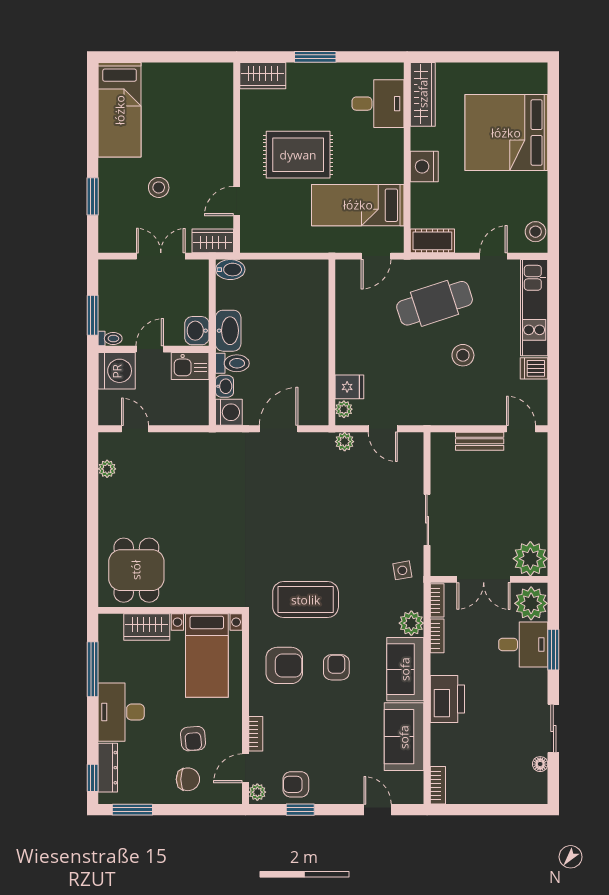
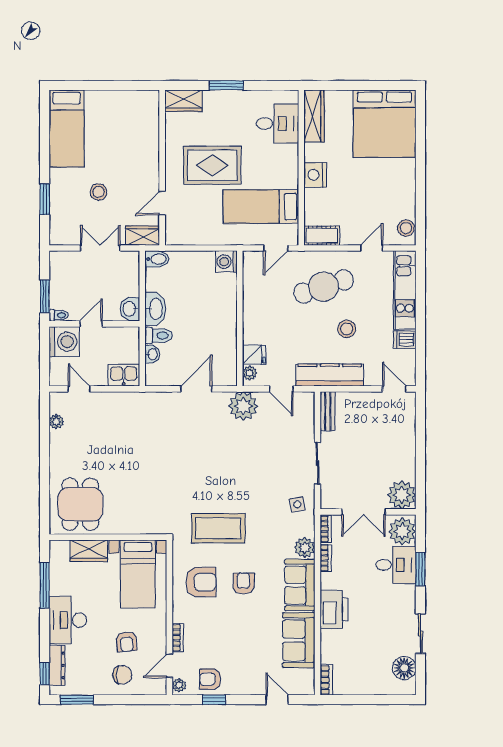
bed: (506, 133) -> (384, 124), moved, turned -90
kitchen sink: (190, 366) -> (124, 375), moved, turned 180
washing machine: (229, 412) -> (226, 262), moved, turned 180
kitchen counter: (442, 412) -> (330, 375), added
bench: (480, 441) -> (328, 411), moved, turned 90
plant: (345, 442) -> (243, 406), width x1.88, depth x1.88
floor lamp: (540, 764) -> (404, 668), width x1.89, depth x1.89

